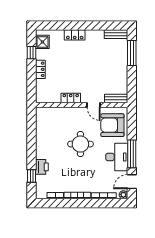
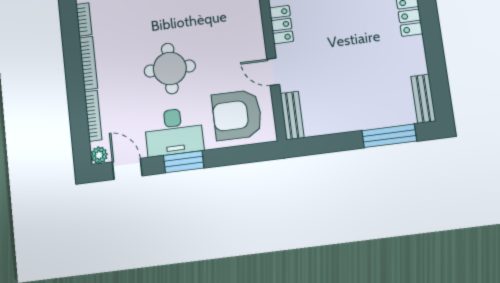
door: (94, 105) -> (273, 72), hinge flipped
armchair: (112, 125) -> (237, 115), turned -90
round table: (80, 144) -> (170, 69), moved
window: (132, 154) -> (184, 162), width x0.69

